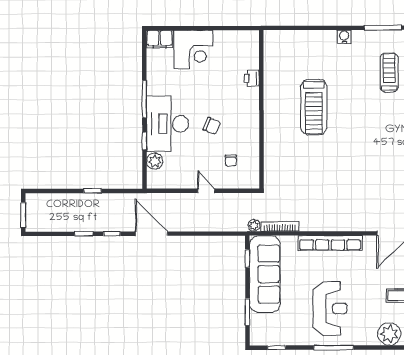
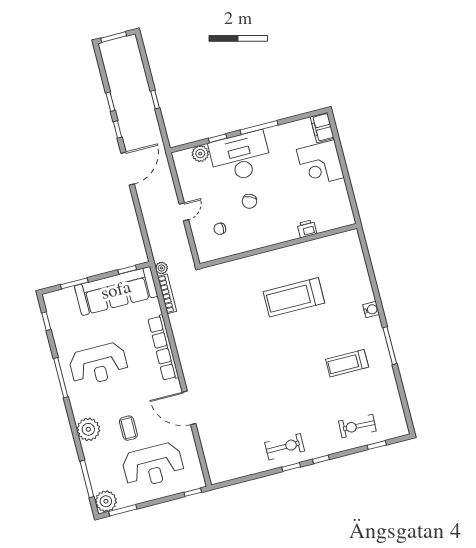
treadmill: (389, 72) -> (347, 363), turned 180

